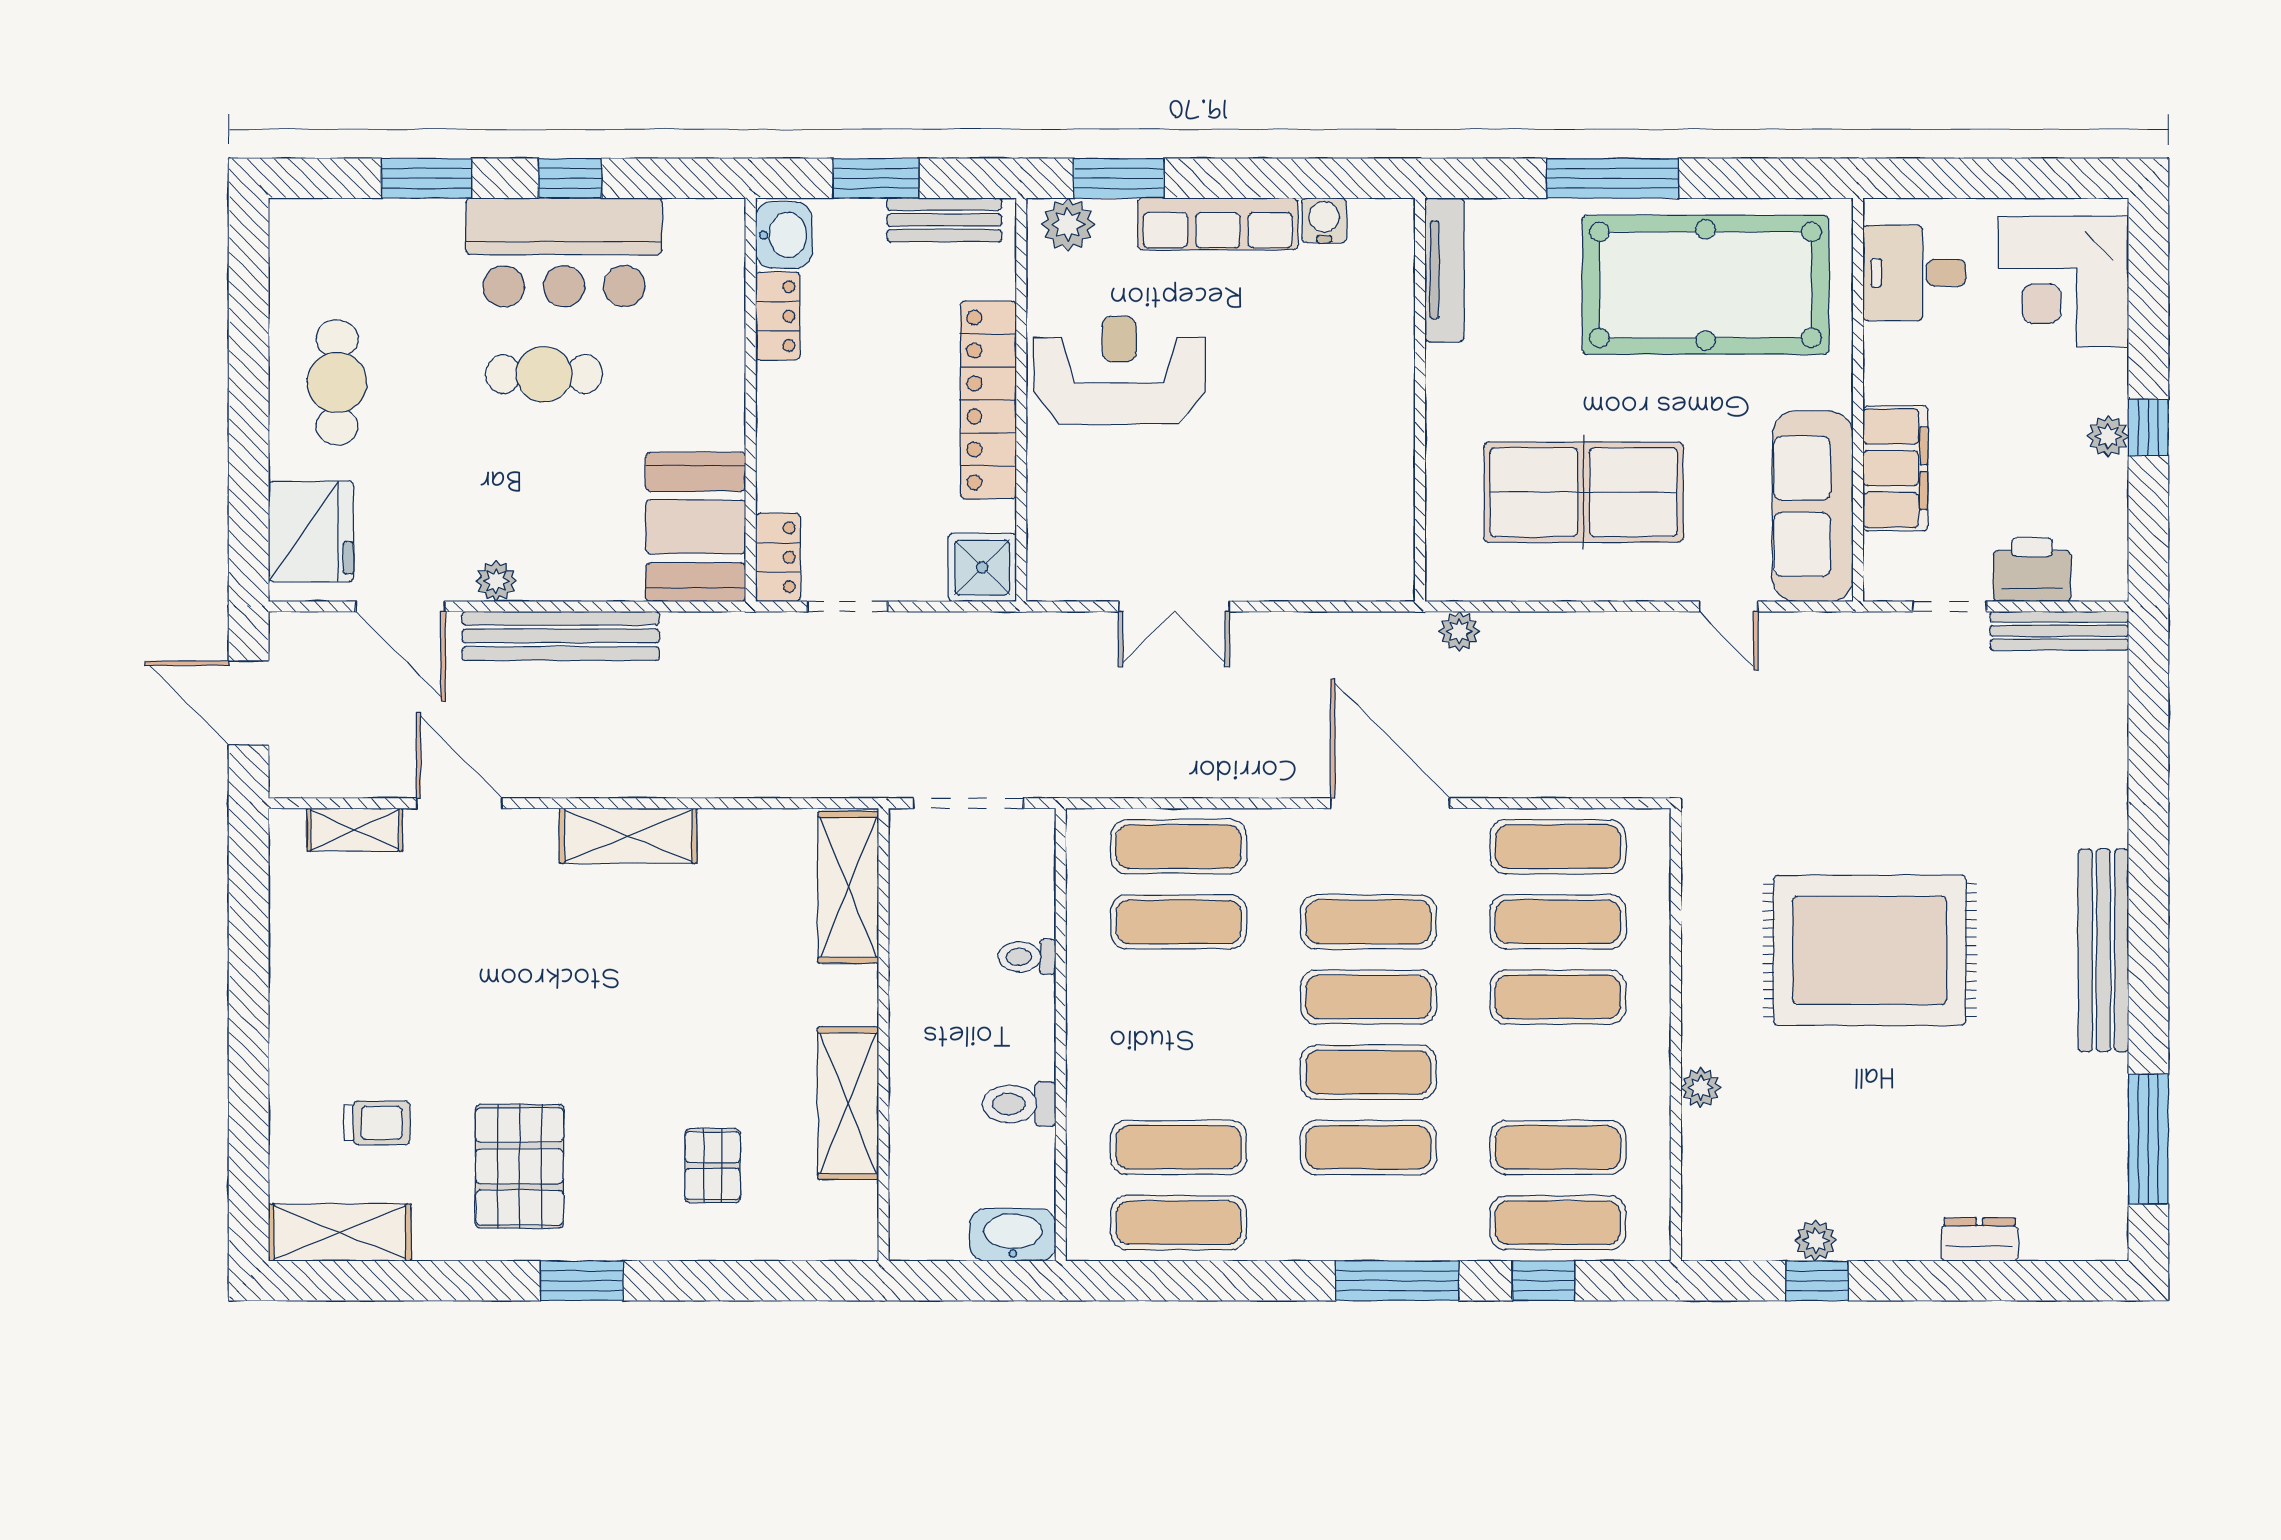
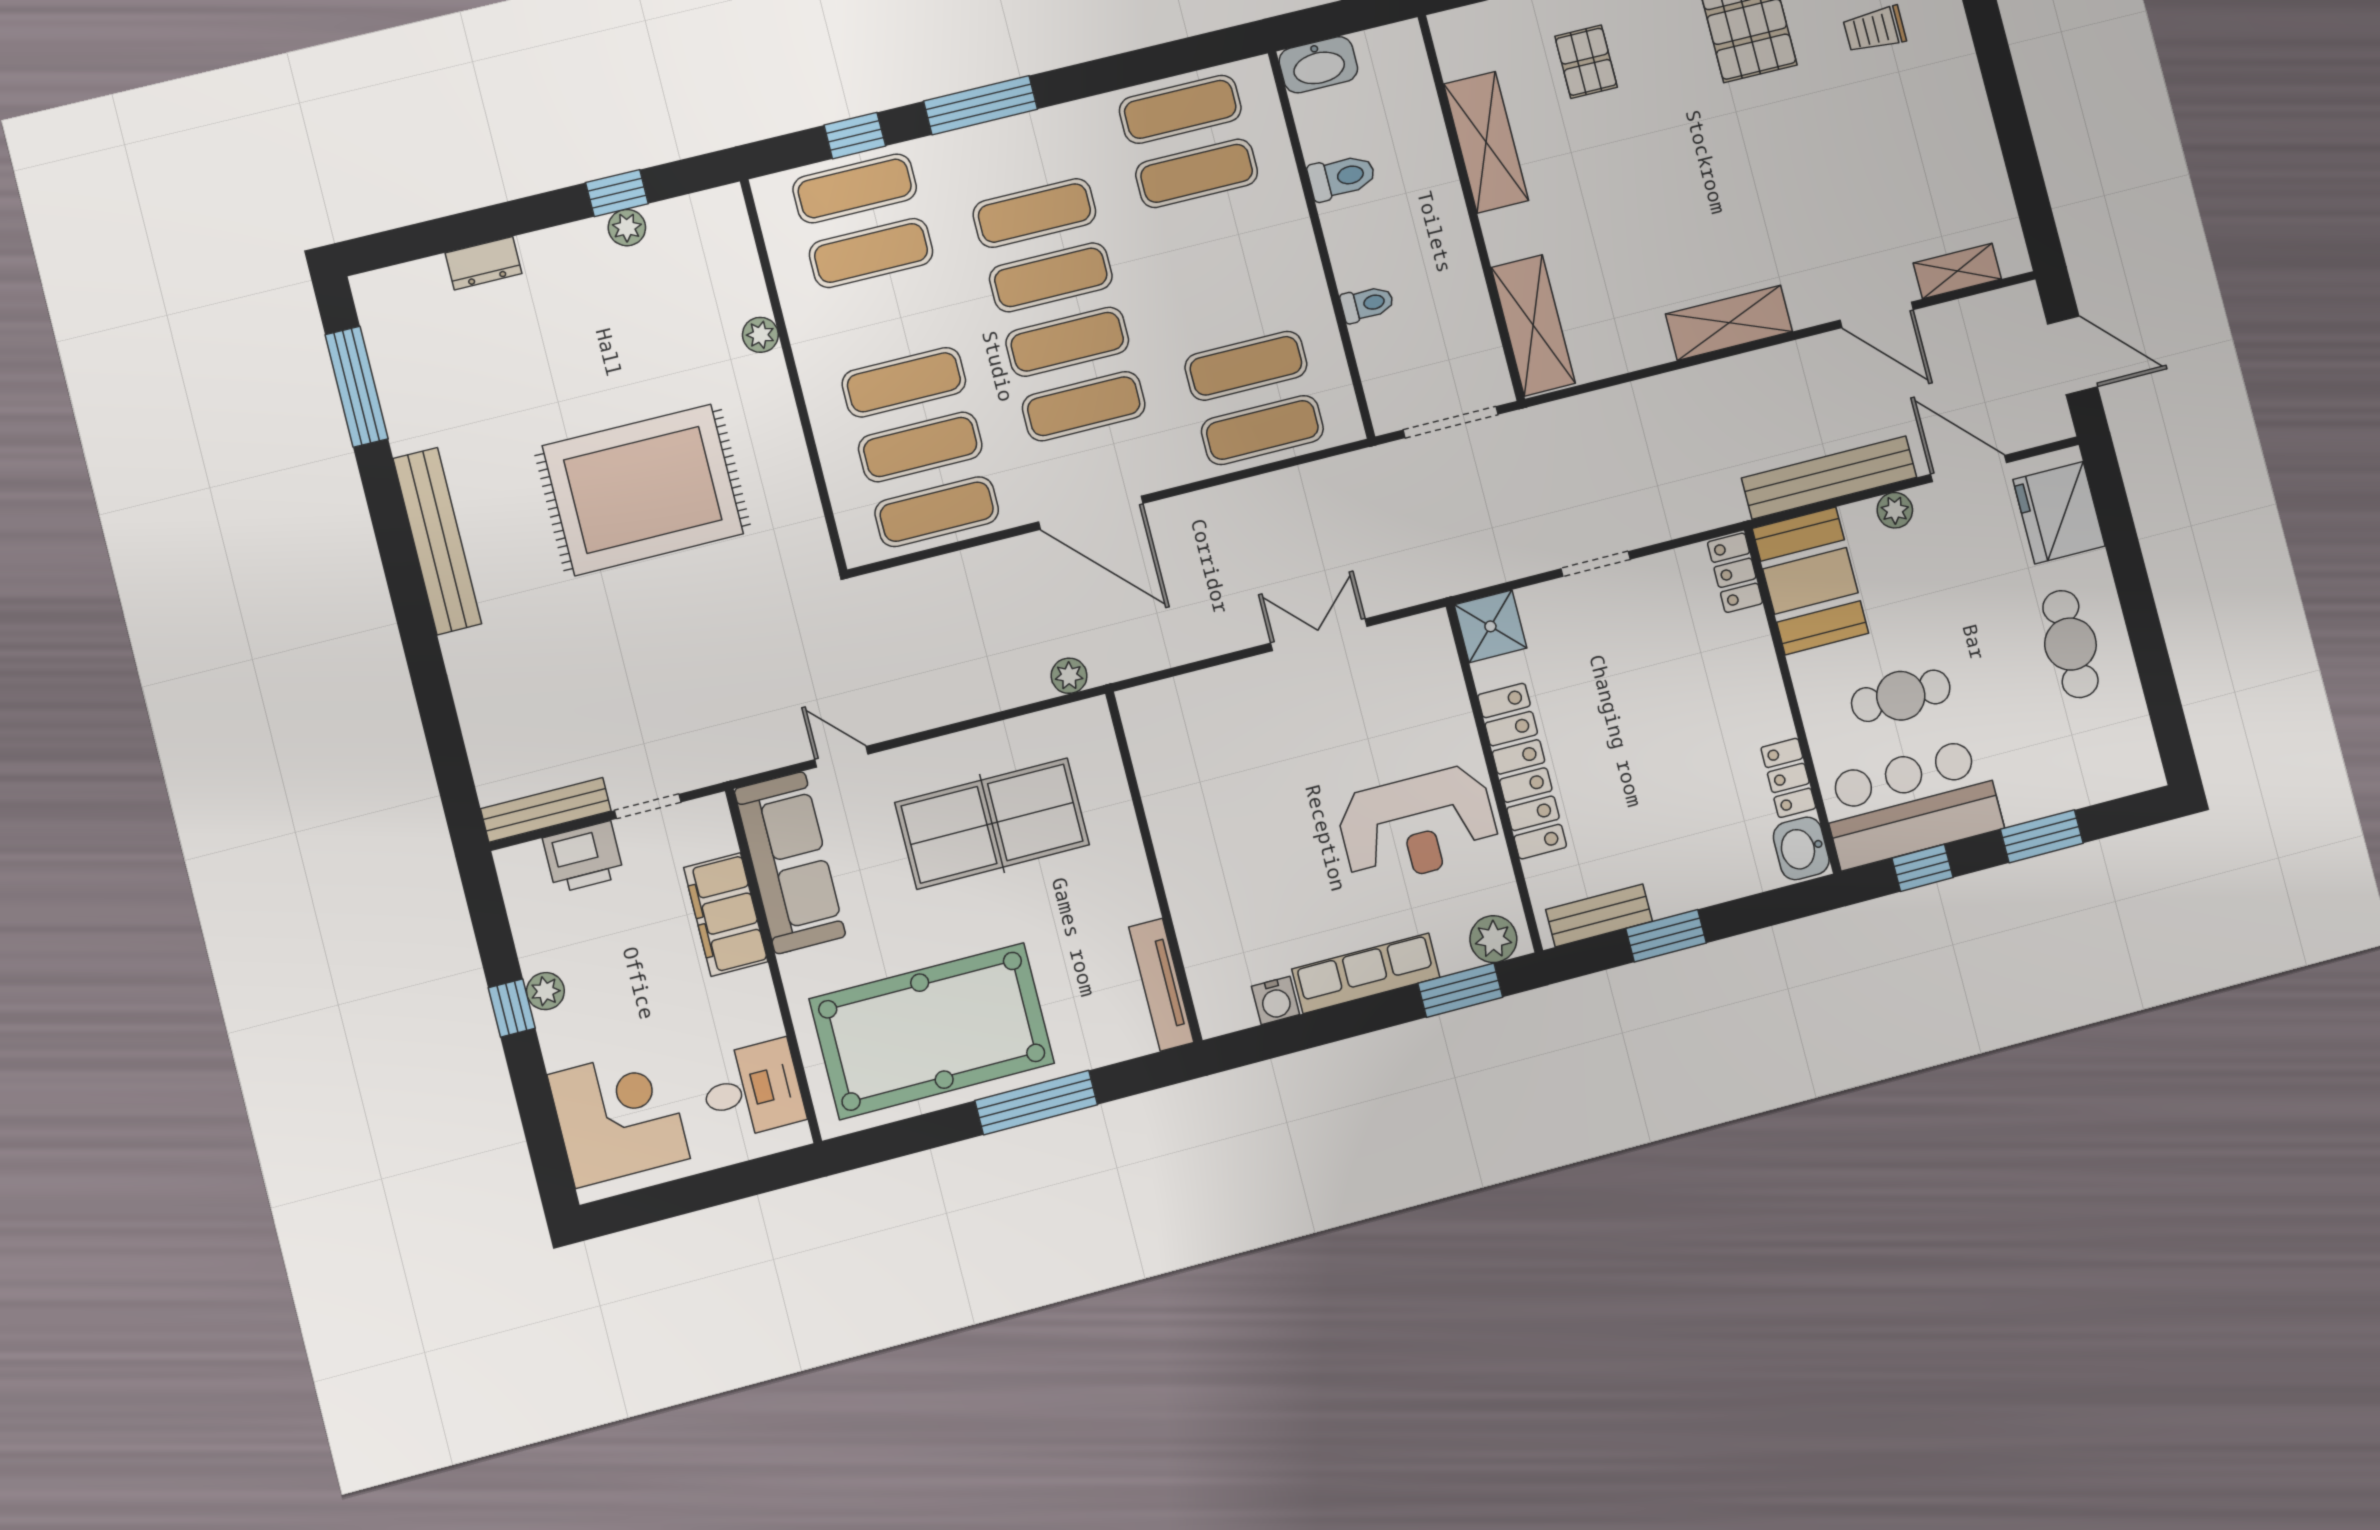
washbasin: (784, 235) -> (1801, 848), moved
locker: (778, 316) -> (1788, 778), moved
wall: (751, 400) -> (1793, 701), moved
booth: (696, 527) -> (1810, 581), moved
locker: (778, 557) -> (1735, 573), moved

